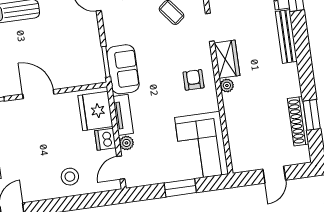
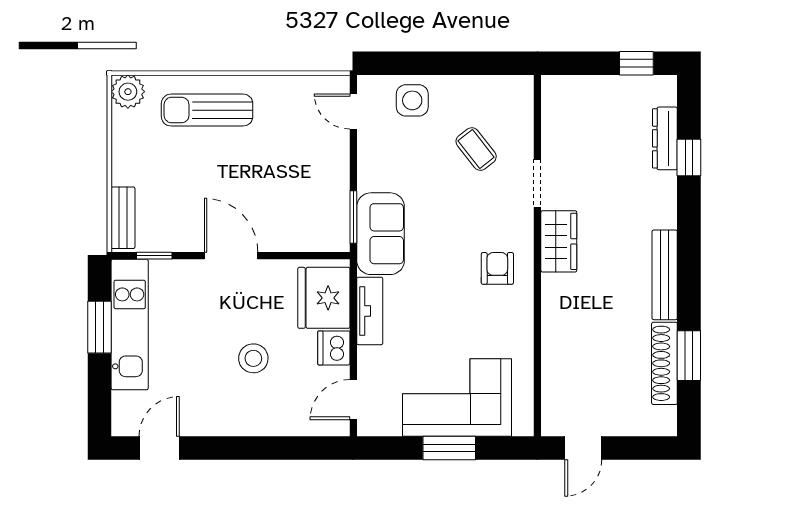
bench: (286, 36) -> (665, 275), moved
plant: (227, 85) -> (552, 286), removed
plant: (126, 143) -> (369, 359), removed
corner sofa: (202, 146) -> (457, 398), moved, turned 90
door: (274, 175) -> (583, 448), moved
stool: (70, 177) -> (253, 358), moved

